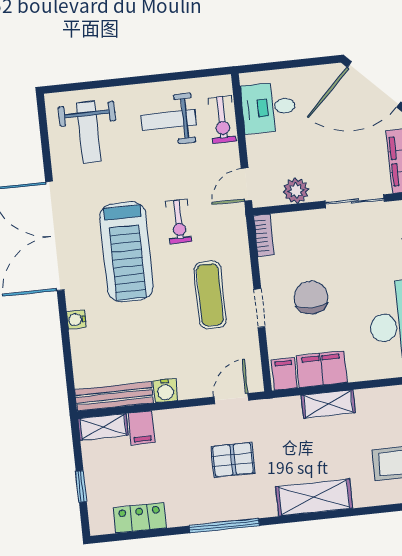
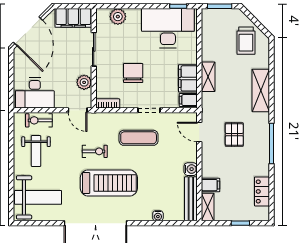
desk: (269, 107) -> (35, 93), width x1.37
exercise bike: (222, 120) -> (39, 120), turned 180
weight bench: (89, 132) -> (38, 197), width x1.36, depth x1.33
chair: (311, 297) -> (133, 73), moved, turned 90
water cooler: (76, 320) -> (158, 216), moved

